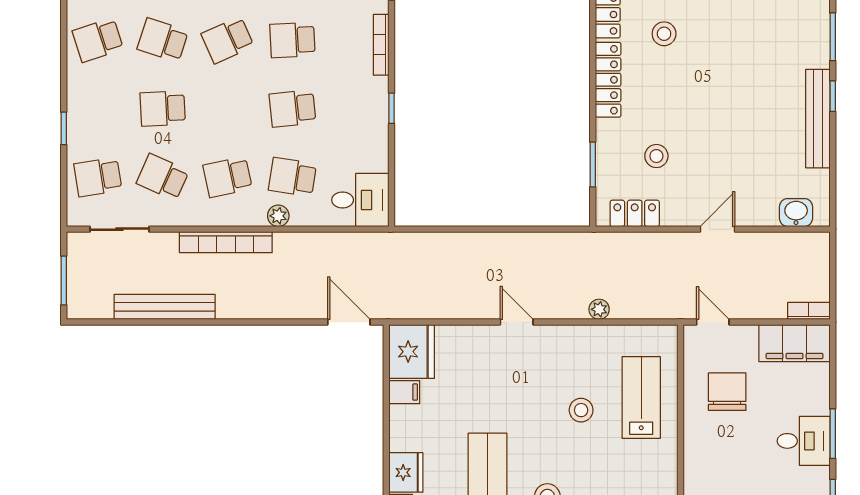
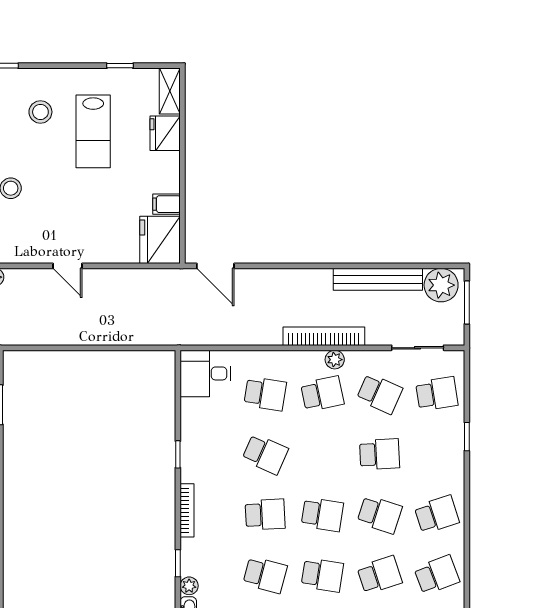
school desk: (228, 40) -> (322, 515), turned 33
school desk: (292, 109) -> (265, 454), turned 30
plant: (278, 216) -> (335, 360), moved
plant: (93, 300) -> (441, 285), added

